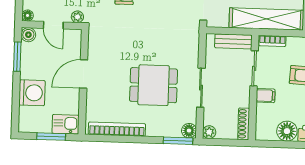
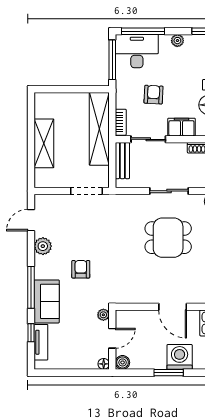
window: (17, 57) -> (169, 373), moved
door: (84, 74) -> (173, 307), moved
dining table: (154, 85) -> (168, 238), turned 90
filing cabinet: (266, 96) -> (181, 127), width x2.00

